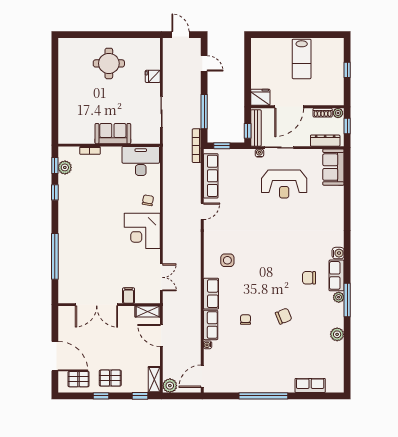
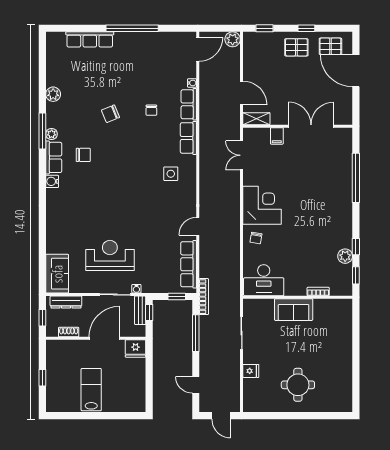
plant: (338, 113) -> (52, 332), removed
bench: (256, 128) -> (140, 310), width x0.73
plant: (65, 167) -> (345, 256), moved
shelving: (154, 380) -> (249, 46), removed
row of seats: (310, 385) -> (90, 39), width x1.48

